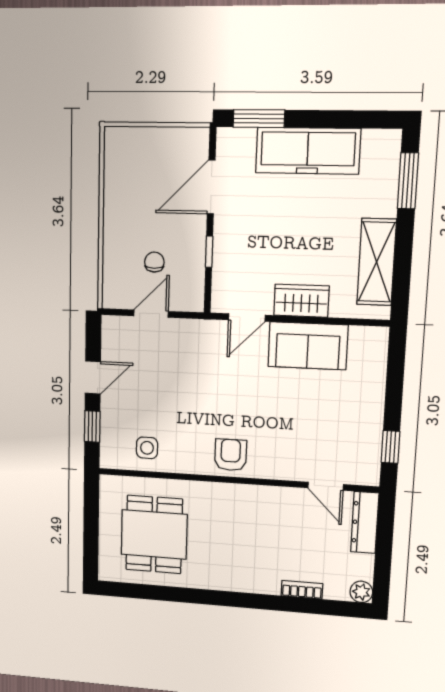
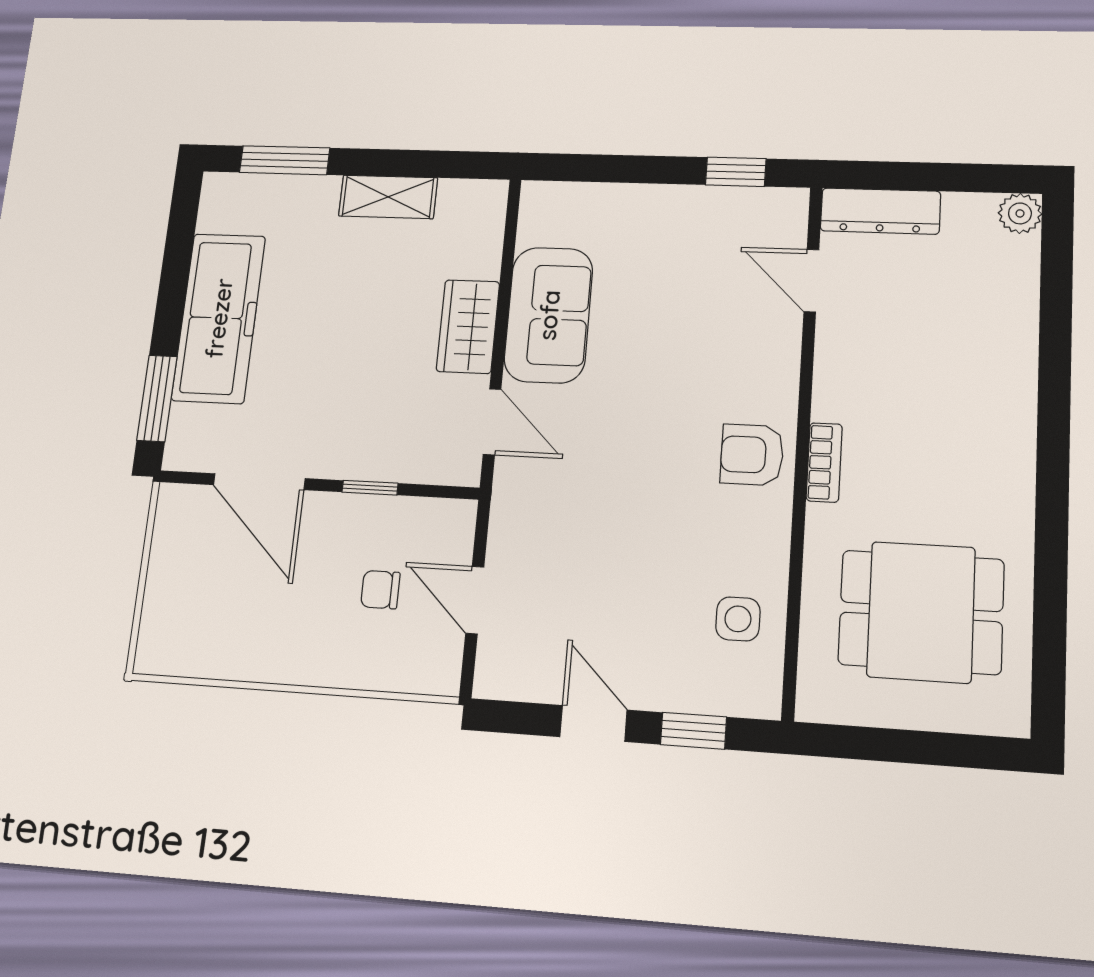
shelving: (377, 262) -> (388, 197), width x0.67, depth x0.75
door: (326, 486) -> (811, 281), swing flipped
bookcase: (302, 590) -> (824, 462), moved, turned 180

